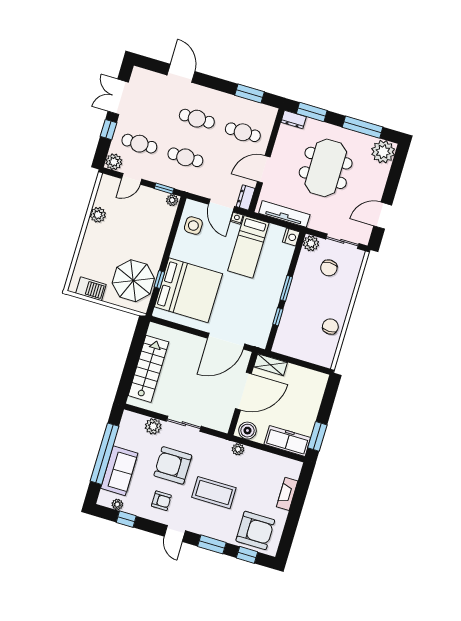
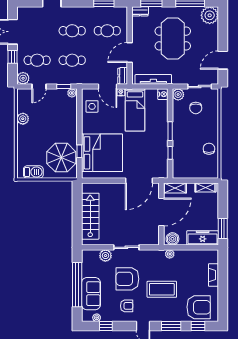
shelving: (311, 376) -> (205, 187), added

